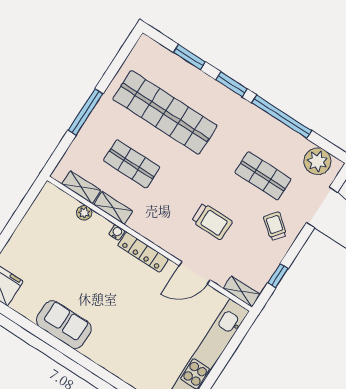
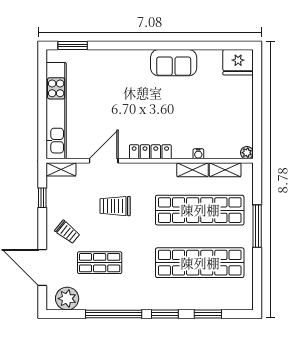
shop shelf: (132, 164) -> (200, 210), width x2.00, depth x1.36
plant: (84, 213) -> (247, 153), moved
water cooler: (117, 232) -> (198, 154), moved

